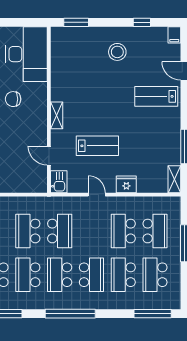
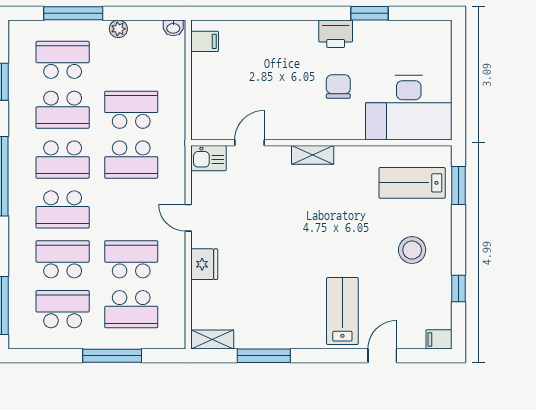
lab bench: (97, 146) -> (412, 183), moved, turned 90
door: (97, 195) -> (188, 218), swing flipped
school desk: (28, 275) -> (63, 110), turned 180
school desk: (60, 275) -> (63, 160), turned 180

